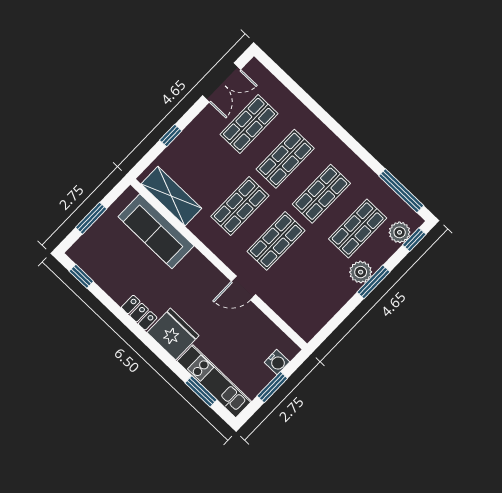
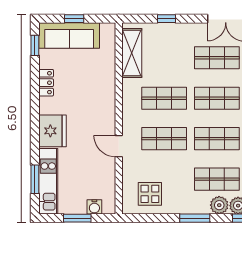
window: (91, 218) -> (74, 19), width x0.67
sofa: (156, 231) -> (69, 36), moved, turned -90
plant: (361, 272) -> (219, 205), moved
display table: (313, 301) -> (150, 194), added
locker: (139, 313) -> (46, 83), moved

